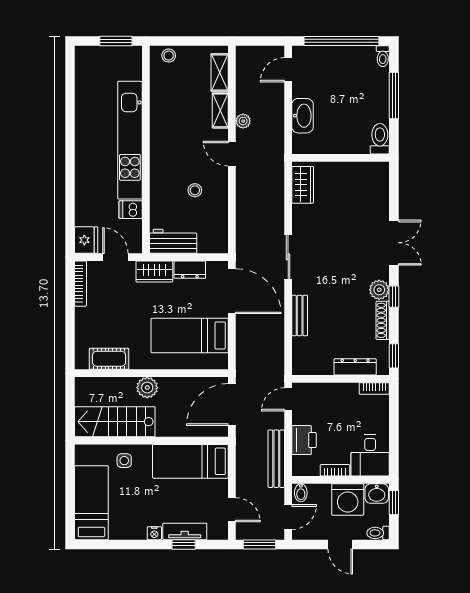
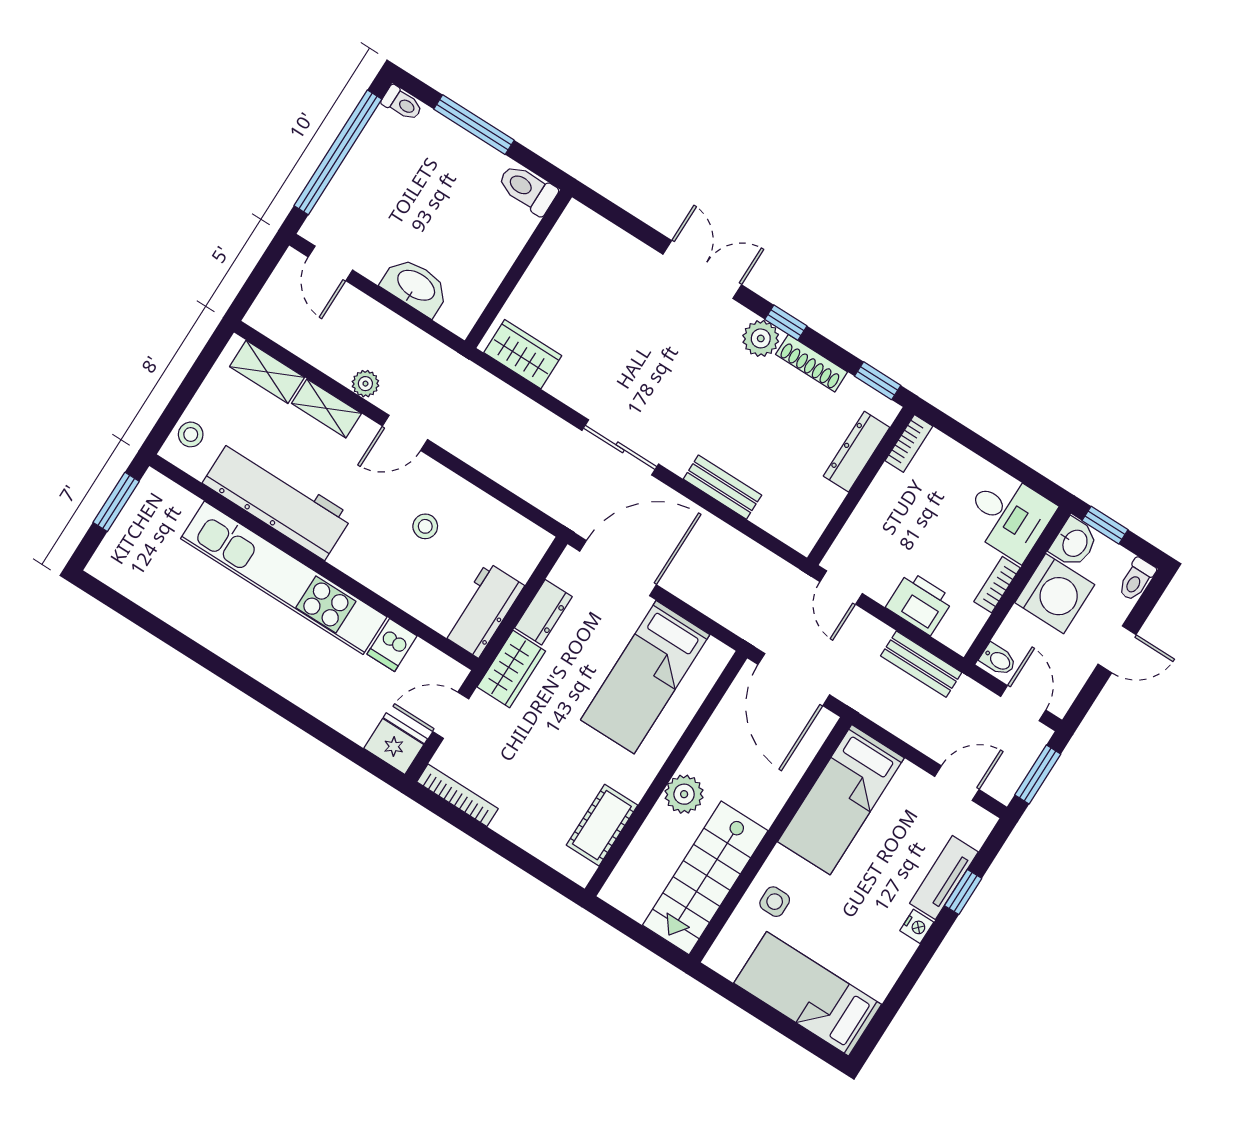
workbench: (164, 114) -> (277, 500), added
bench: (276, 459) -> (921, 664), width x0.73

